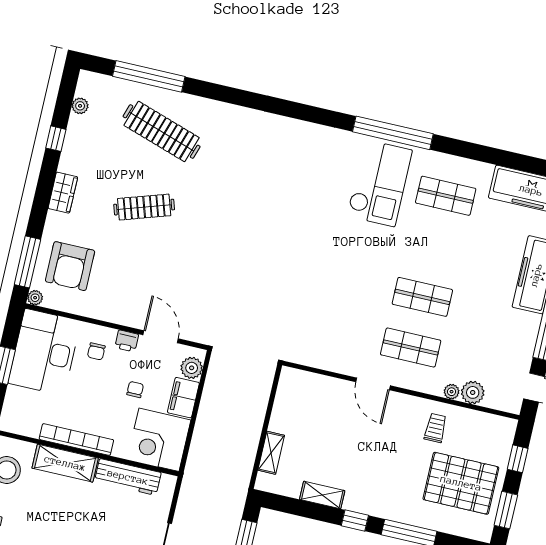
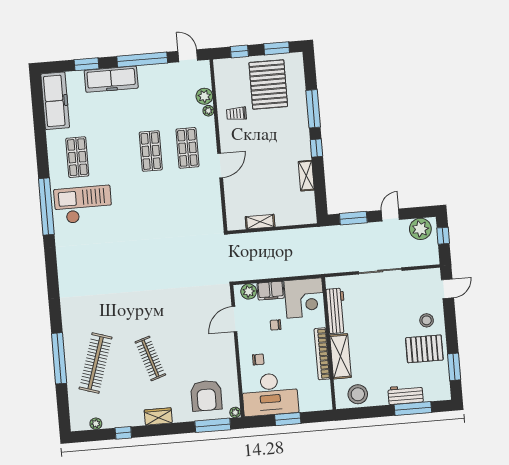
window: (149, 76) -> (59, 358), moved
armchair: (70, 266) -> (206, 396), turned 90
printer: (127, 341) -> (245, 341), removed
shelving: (271, 453) -> (260, 222), moved

